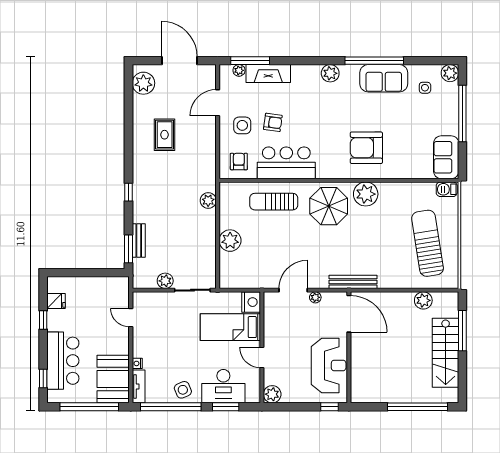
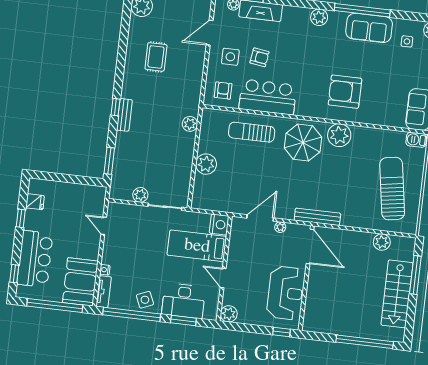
bench: (139, 241) -> (124, 115), moved

